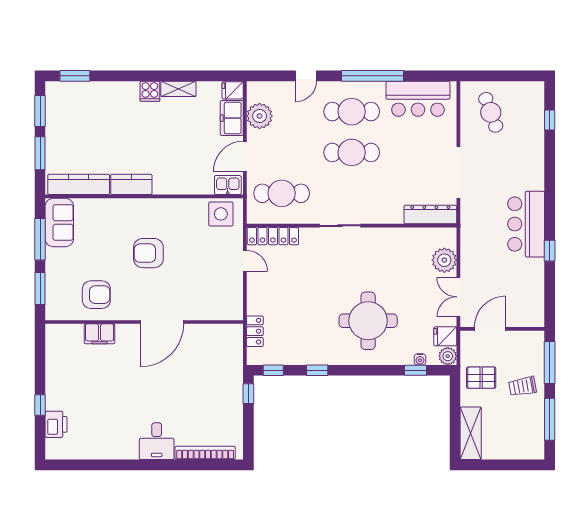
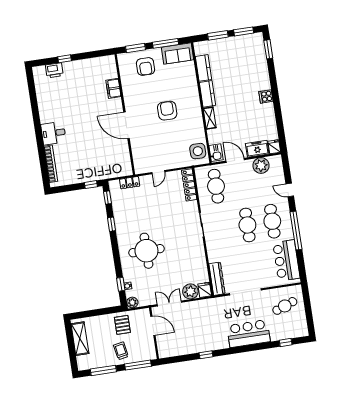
shelving: (178, 89) -> (210, 118), moved
kitchen counter: (79, 184) -> (204, 68), width x0.67
bar counter: (526, 224) -> (249, 334), moved
door: (245, 261) -> (158, 172), moved
armchair: (96, 295) -> (145, 67), moved
fridge: (445, 336) -> (205, 290), moved
shelving: (471, 433) -> (80, 339), moved, turned 90

